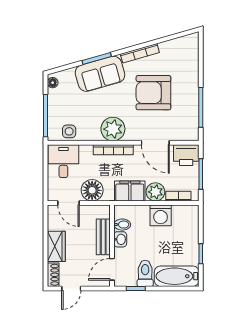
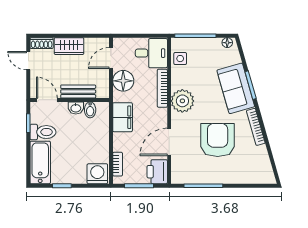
bookcase: (113, 150) -> (162, 88), moved
plant: (155, 192) -> (122, 142), removed
washing machine: (161, 215) -> (97, 174), moved, turned 90

